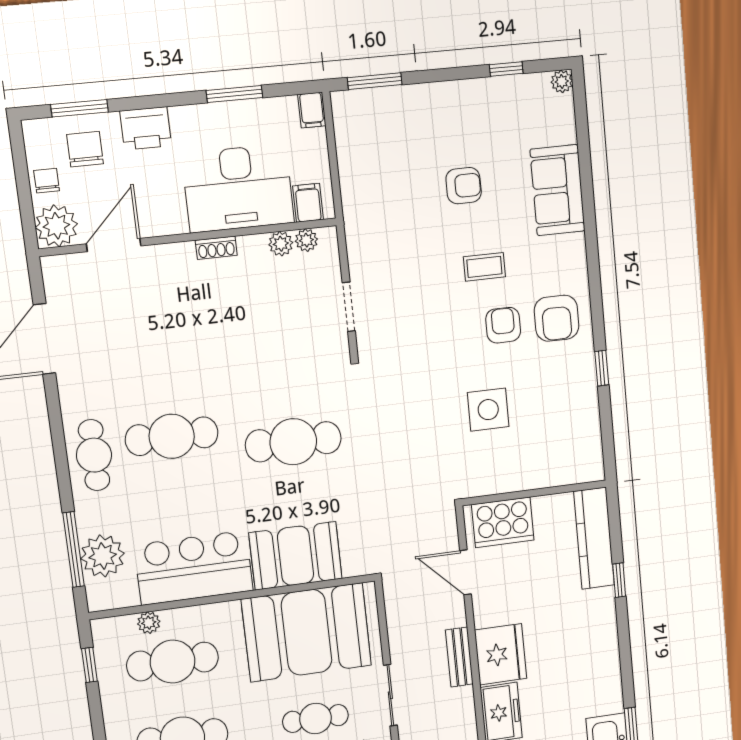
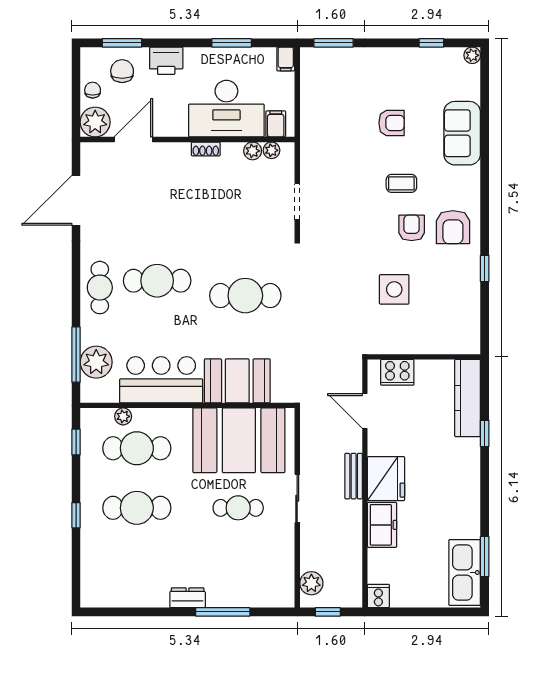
cooker: (503, 522) -> (397, 372), width x0.73, depth x0.76

